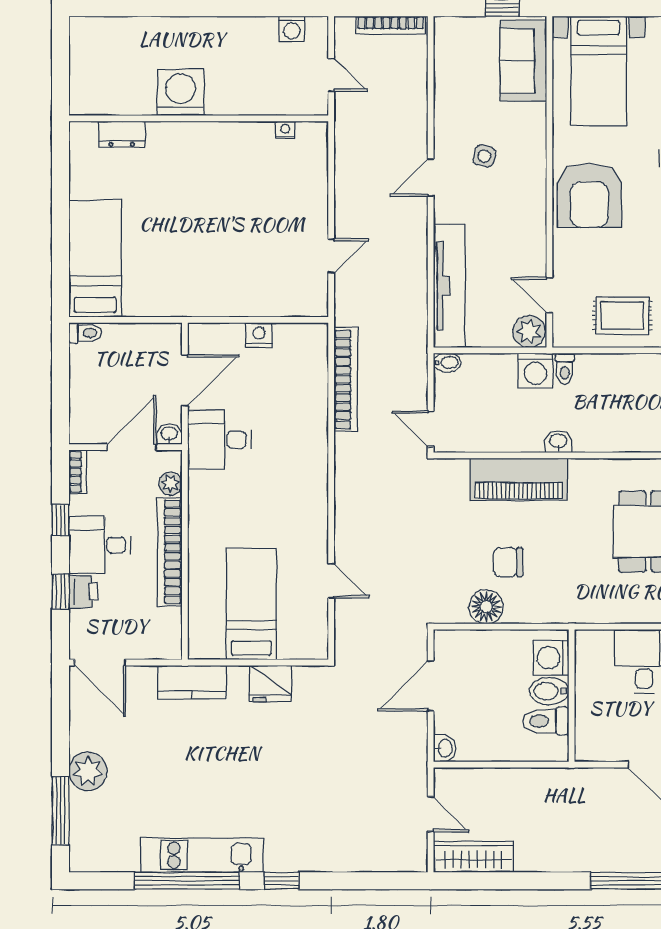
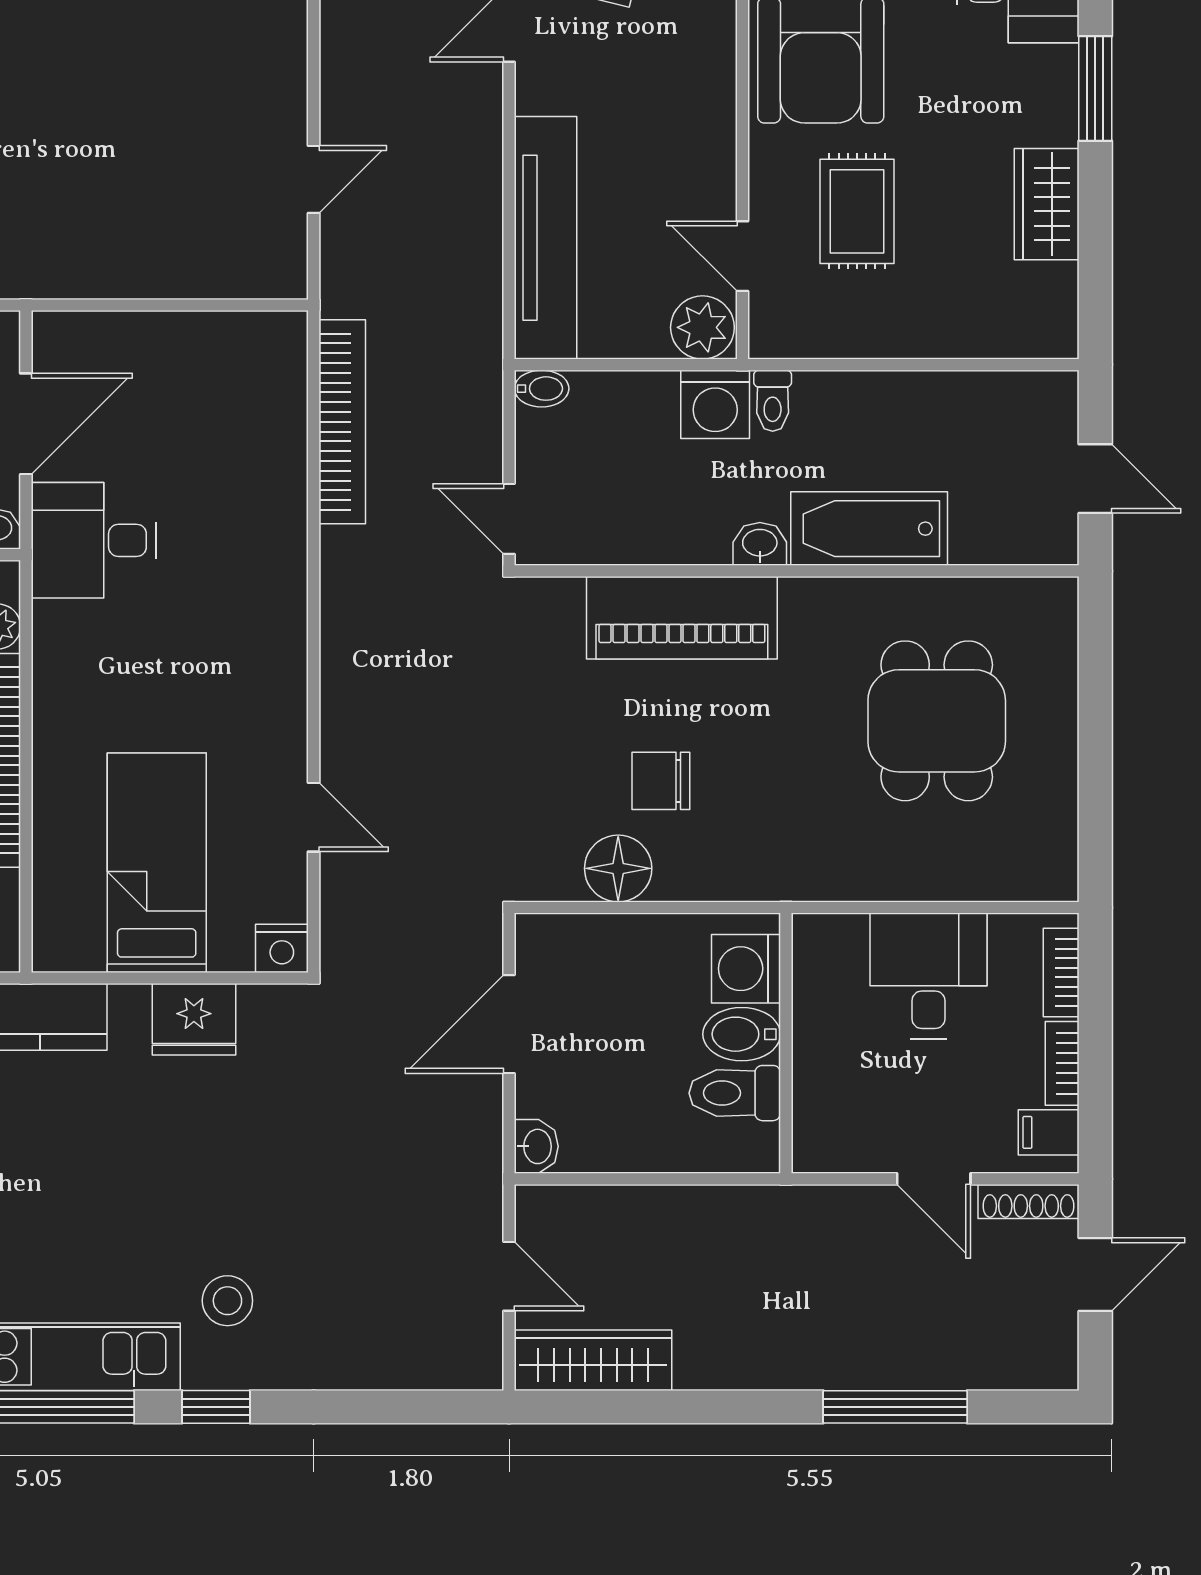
rug: (622, 316) -> (857, 211), moved, turned 90
nightstand: (259, 335) -> (282, 948), moved, turned 180
bathtub: (614, 434) -> (869, 529), added
stool: (287, 827) -> (227, 1301), added

